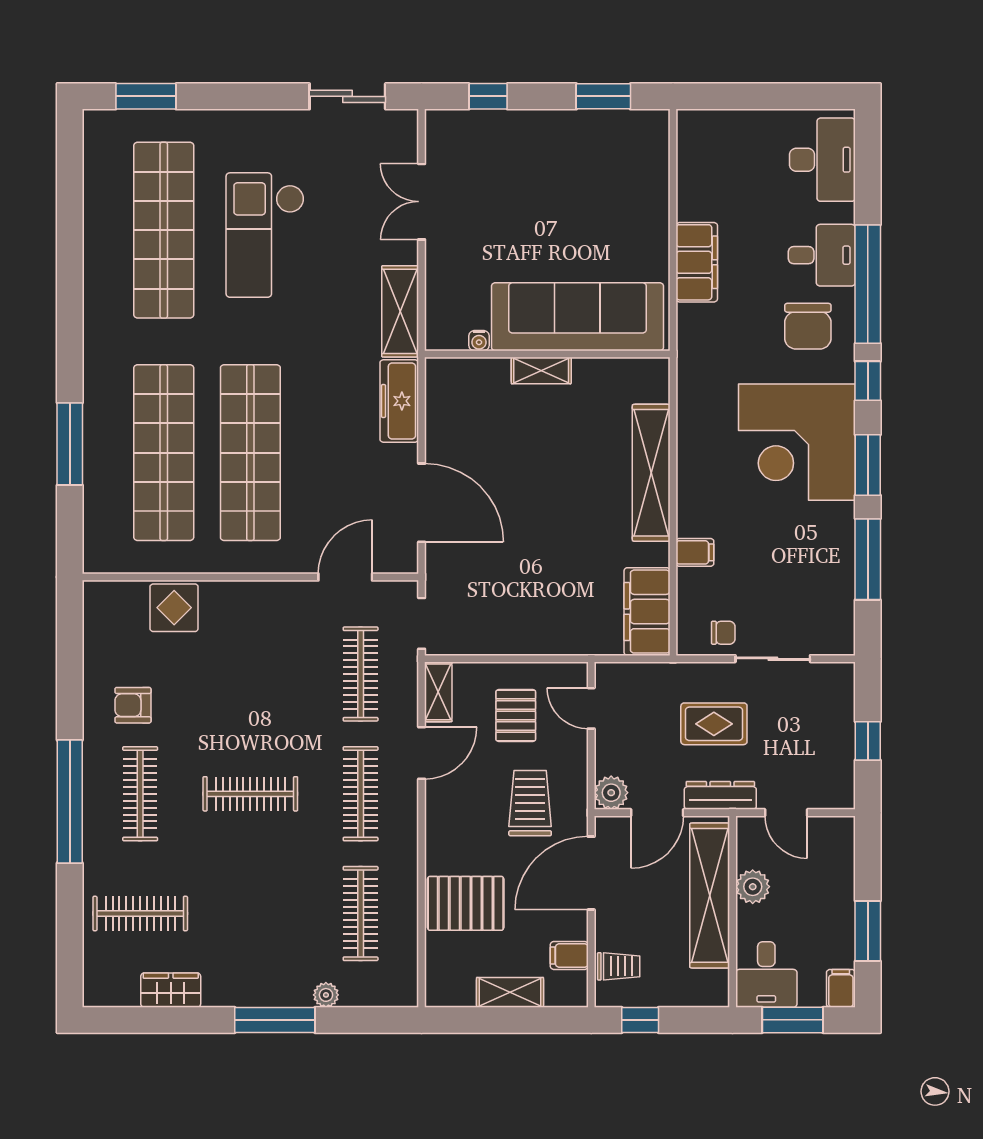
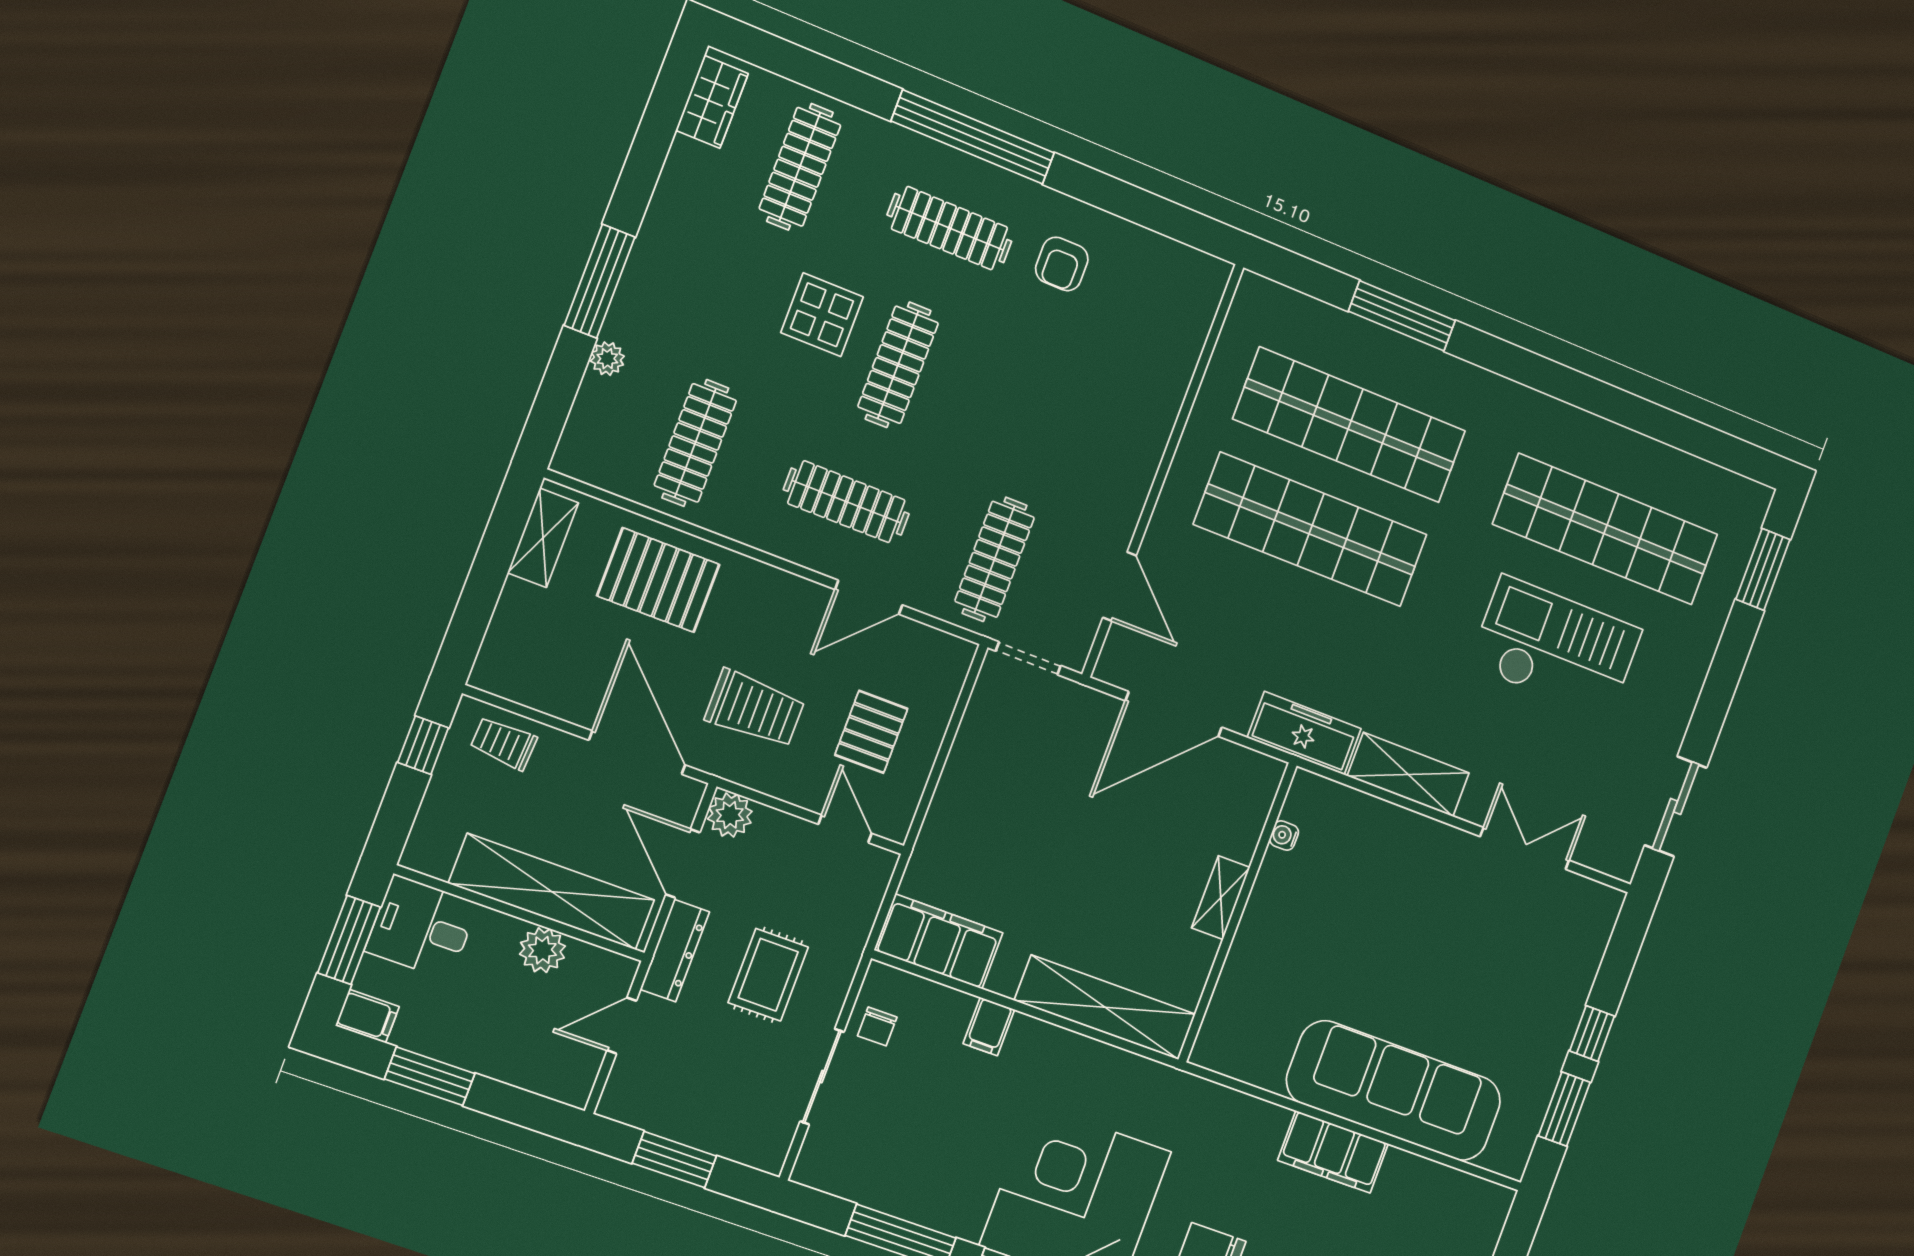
window: (488, 96) -> (1592, 1034), moved
sofa: (578, 317) -> (1394, 1091), moved, turned -90
water cooler: (479, 341) -> (1284, 836), moved
wall: (547, 354) -> (1238, 912), moved
shelving: (541, 370) -> (1221, 898), moved
display table: (174, 608) -> (822, 315), moved
clothes rail: (361, 674) -> (995, 559), turned 90
shelving: (438, 692) -> (937, 647), removed
armchair: (133, 705) -> (1062, 264), turned 180
door: (591, 708) -> (845, 829), hinge flipped
pallet: (516, 716) -> (871, 732), turned 90
window: (868, 741) -> (674, 1160), width x1.50
door: (422, 753) -> (869, 597), hinge flipped
pallet: (466, 903) -> (658, 580), turned 90
clothes rail: (361, 913) -> (695, 443), turned 90
filing cabinet: (569, 955) -> (542, 686), removed
trolley: (619, 966) -> (504, 743), turned 93
wardrobe: (171, 990) -> (712, 102), moved
shelving: (510, 992) -> (543, 538), moved

